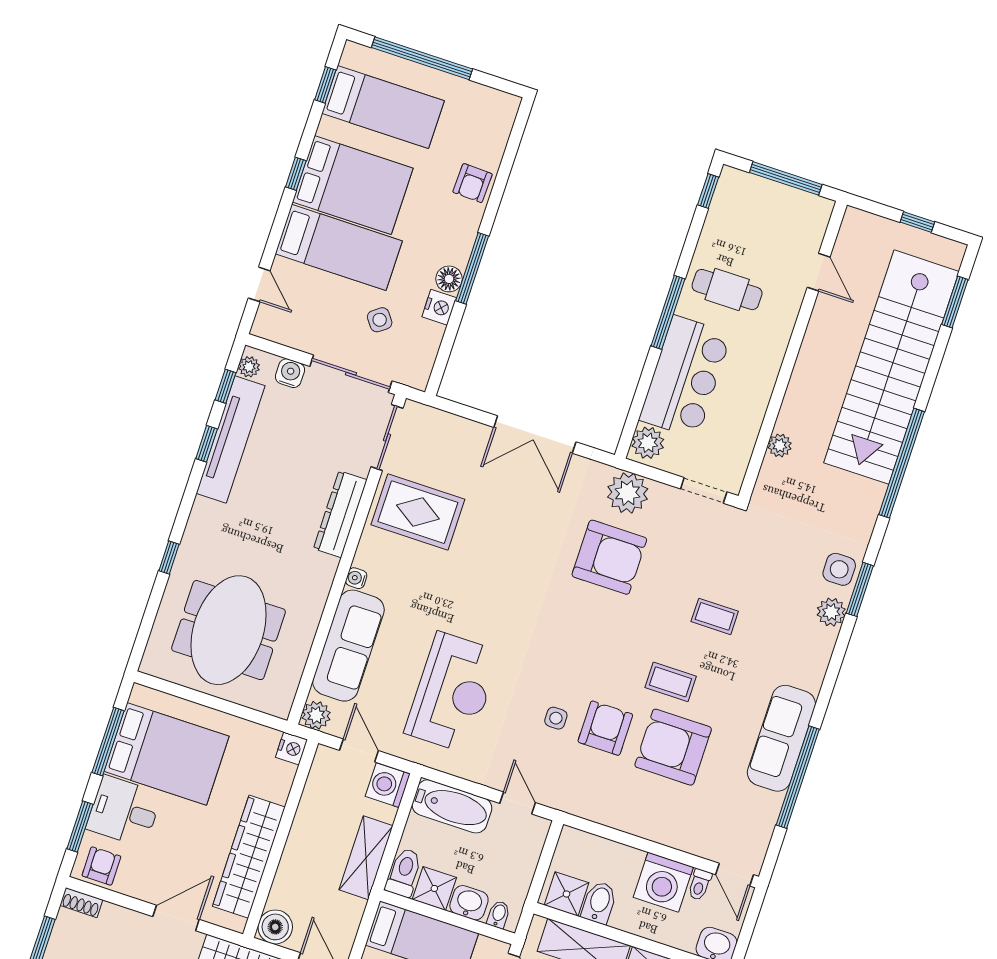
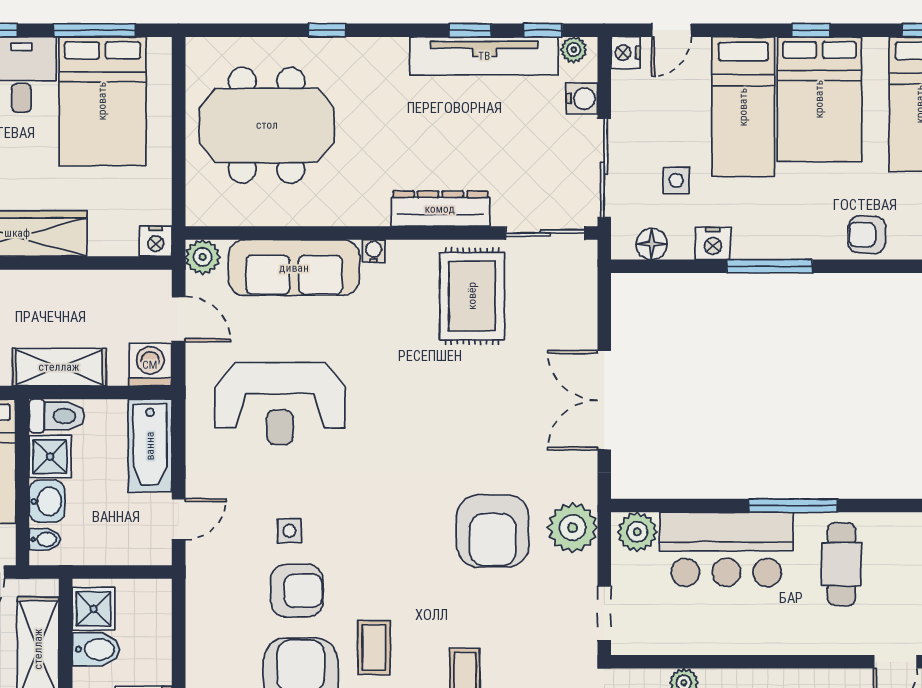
floor lamp: (449, 279) -> (652, 244), moved
side table: (380, 320) -> (676, 180), turned 37
nightstand: (265, 327) -> (625, 53), added
door: (359, 751) -> (179, 319), hinge flipped

